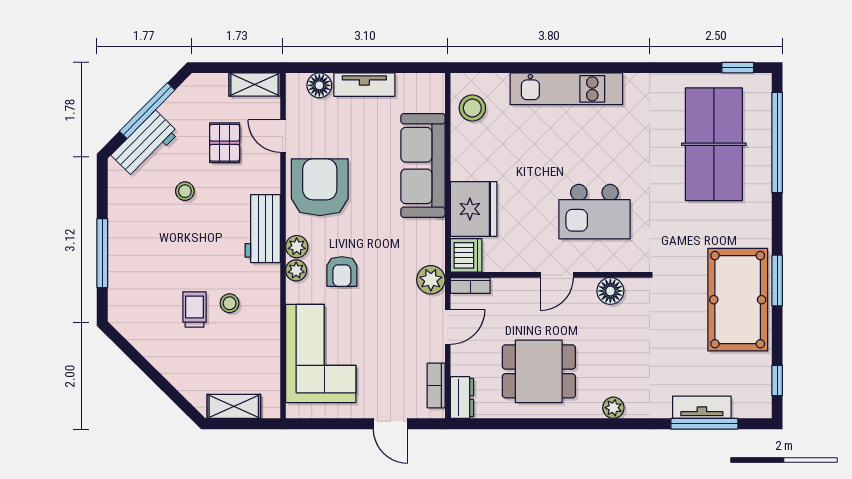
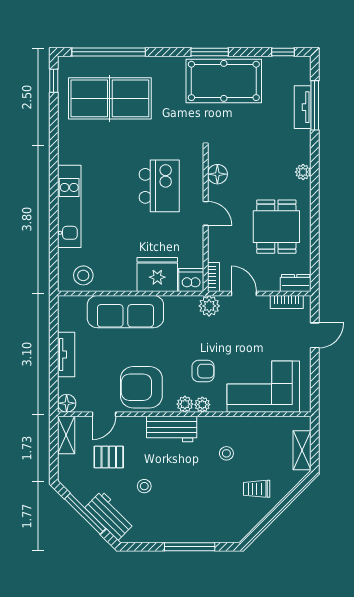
floor lamp: (319, 85) -> (67, 403), moved
trolley: (195, 309) -> (257, 489), moved

